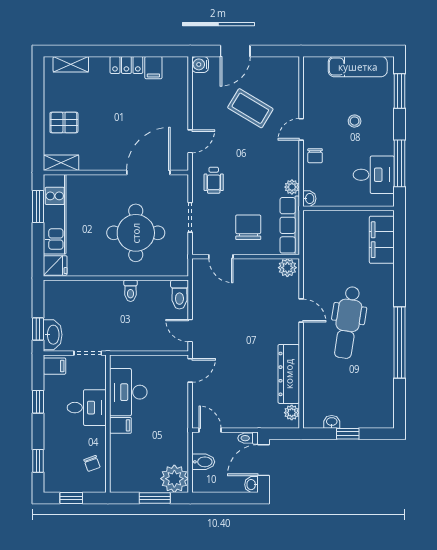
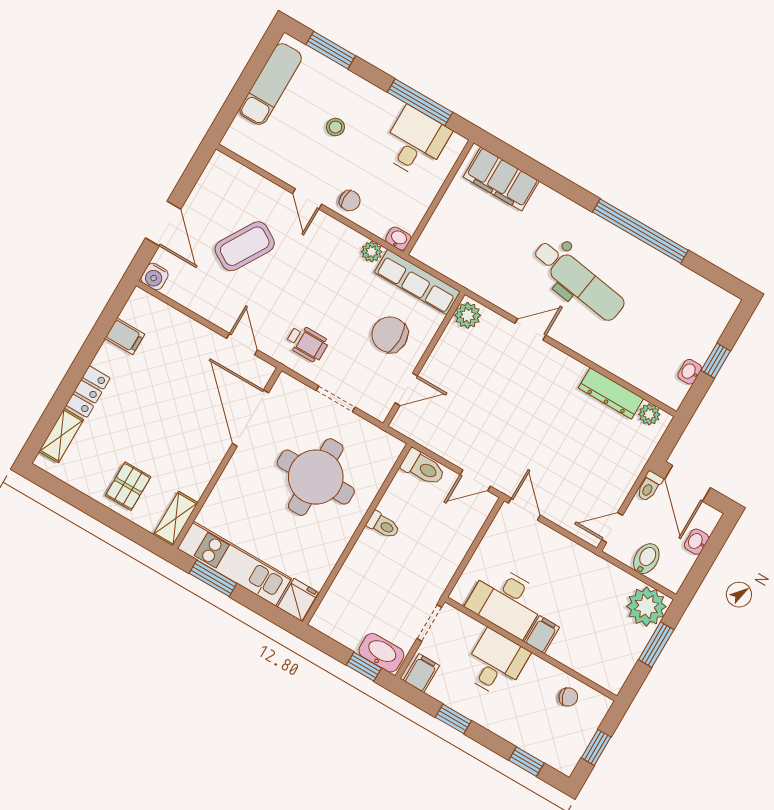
locker: (126, 65) -> (88, 392), moved
dresser: (289, 374) -> (611, 393), width x0.73, depth x0.80
washbasin: (252, 485) -> (696, 542), moved, turned 90

